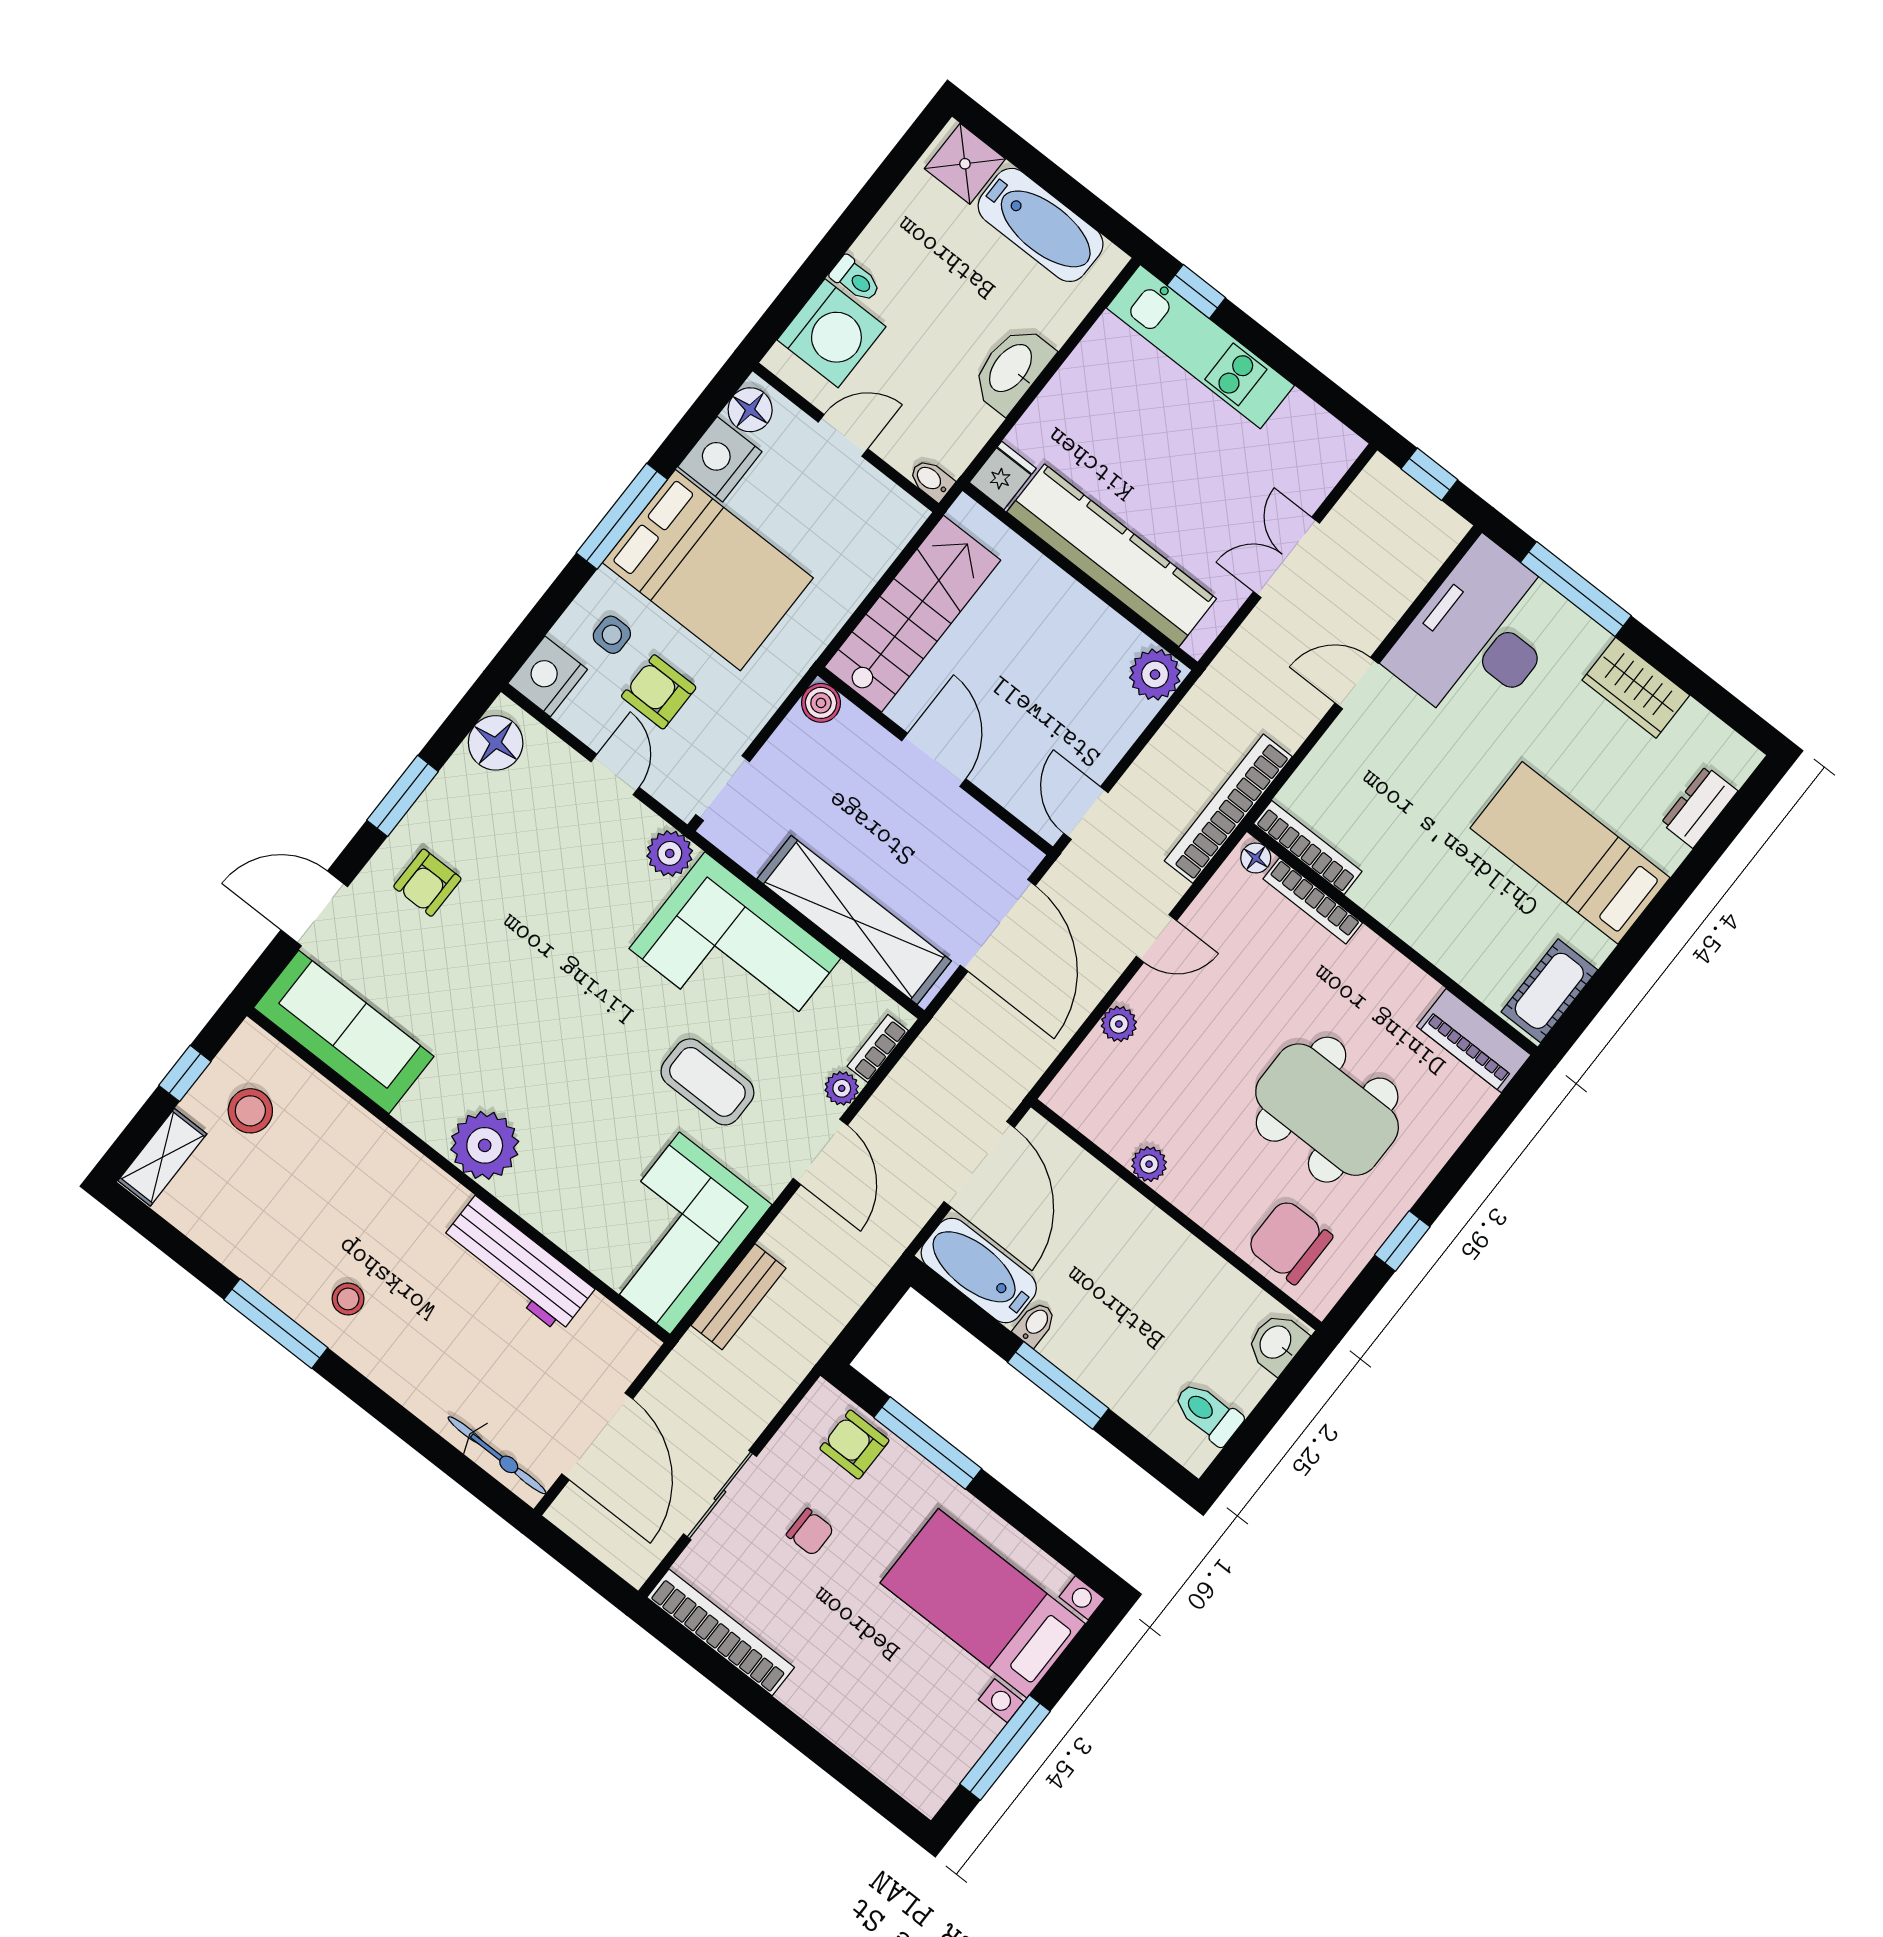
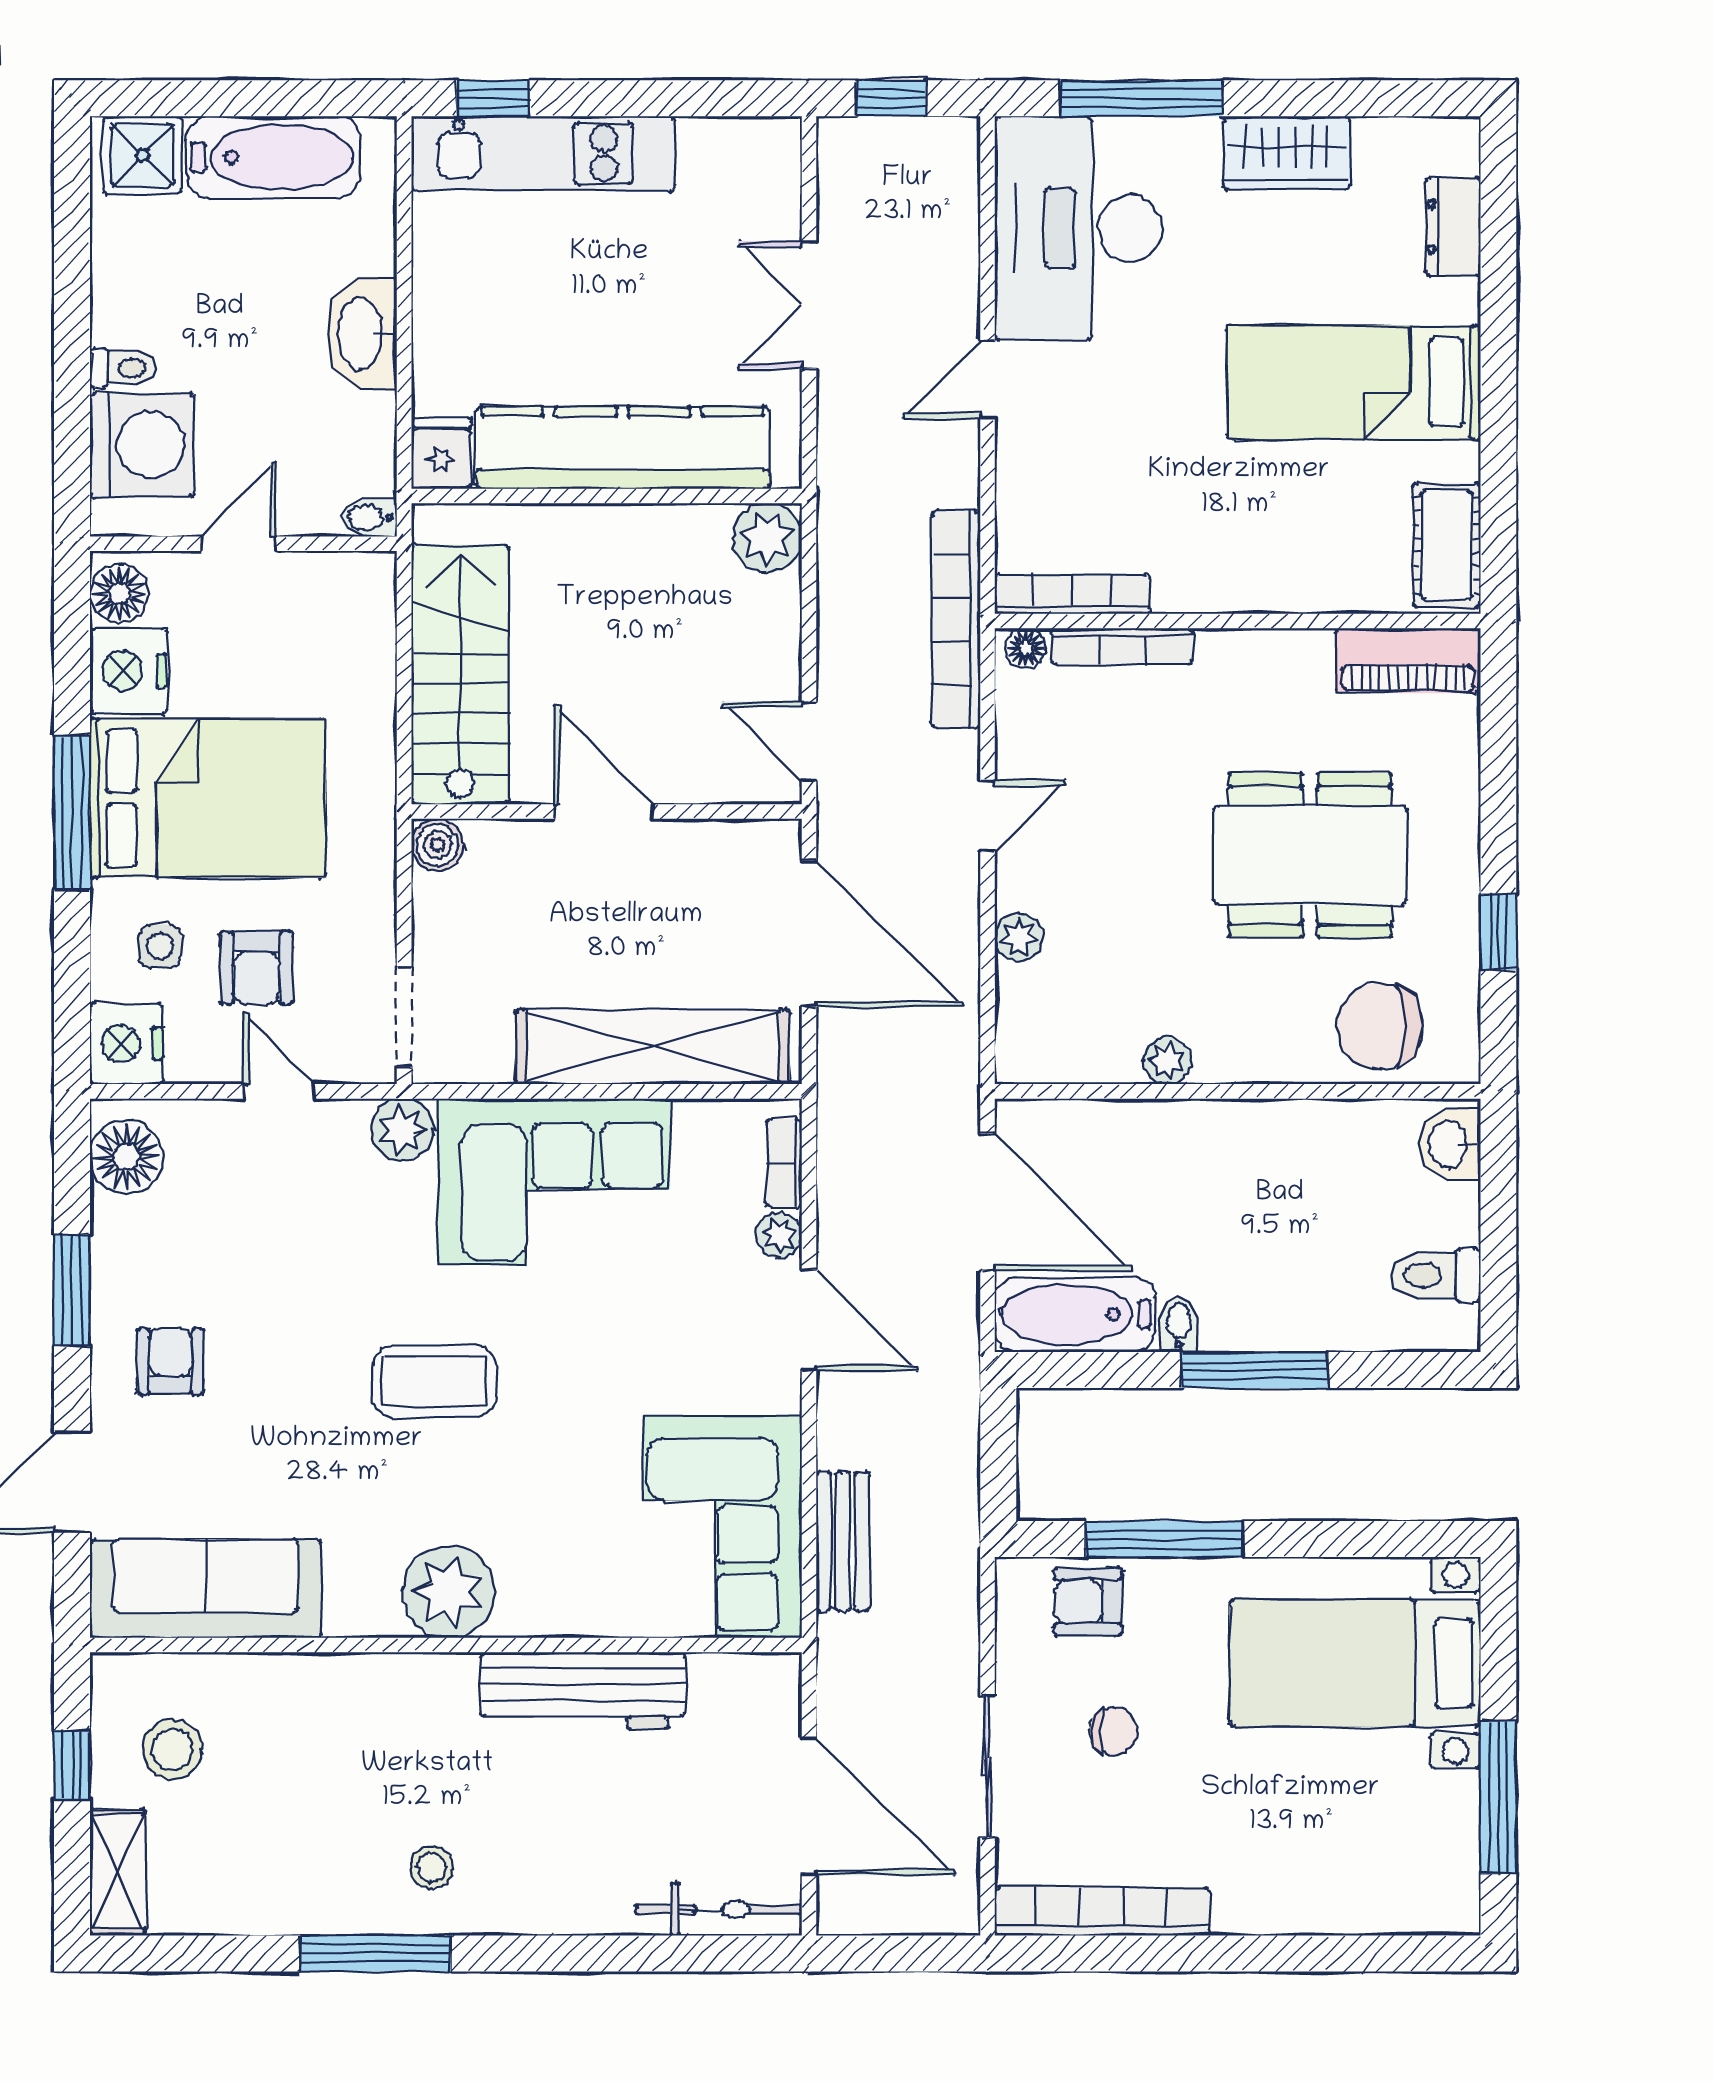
armchair: (659, 692) -> (257, 968), turned -90
armchair: (427, 883) -> (170, 1361), turned 180
coffee table: (707, 1082) -> (434, 1381), moved

